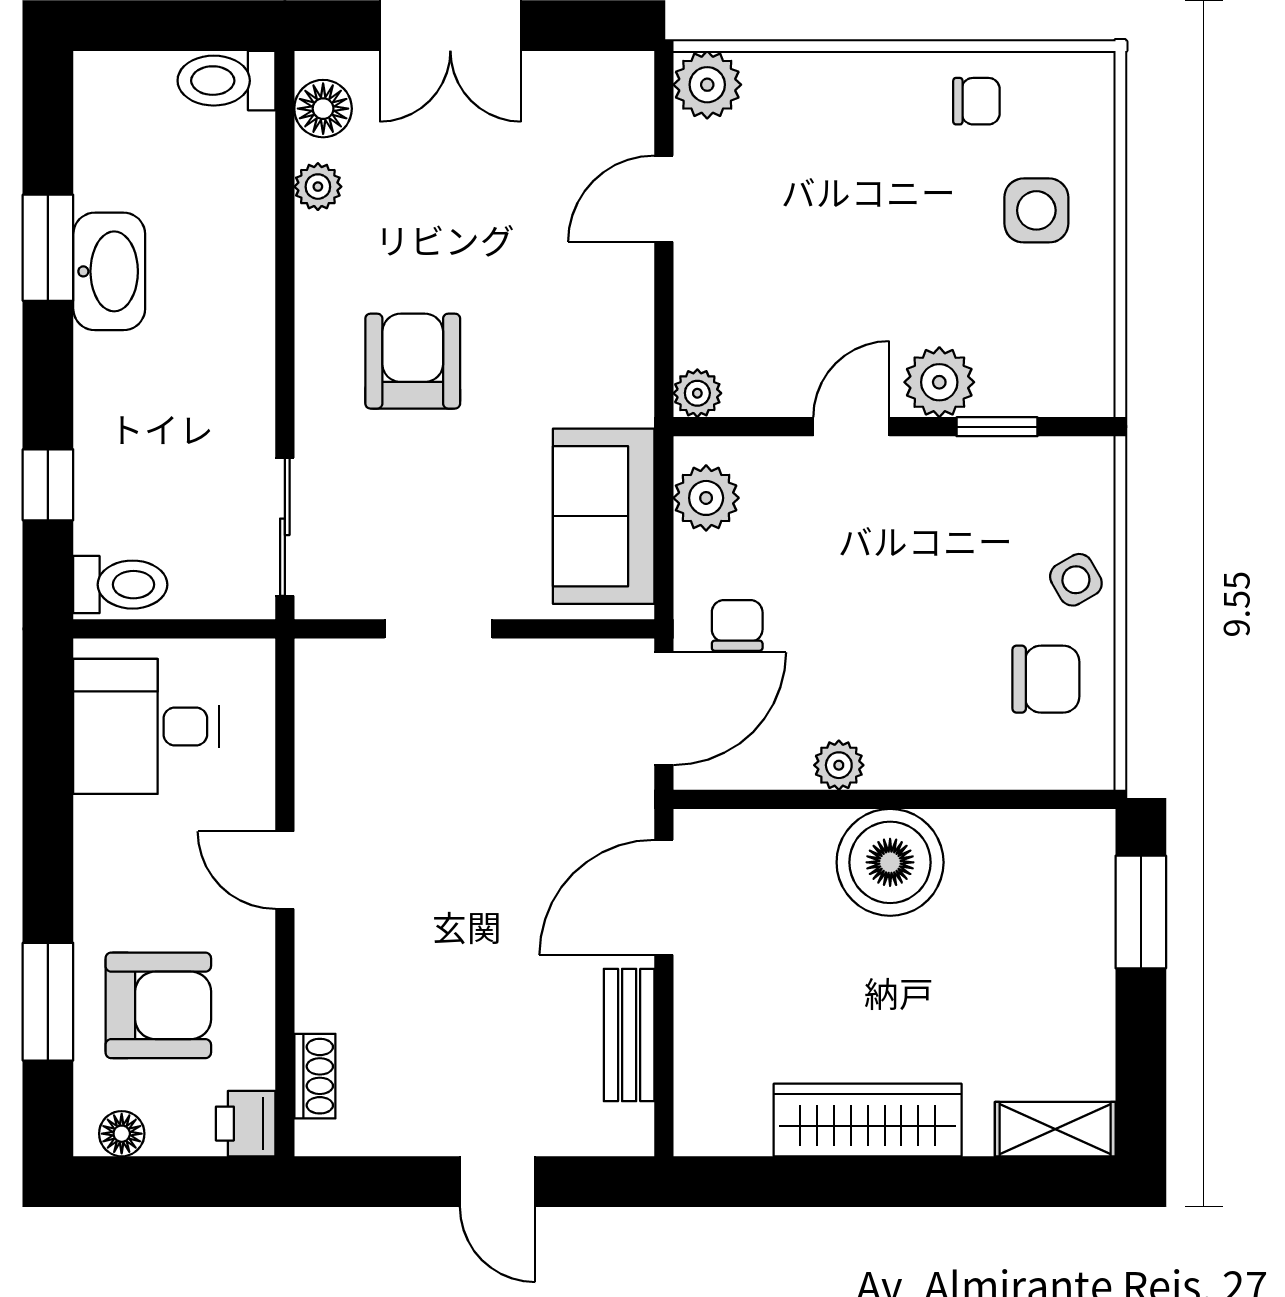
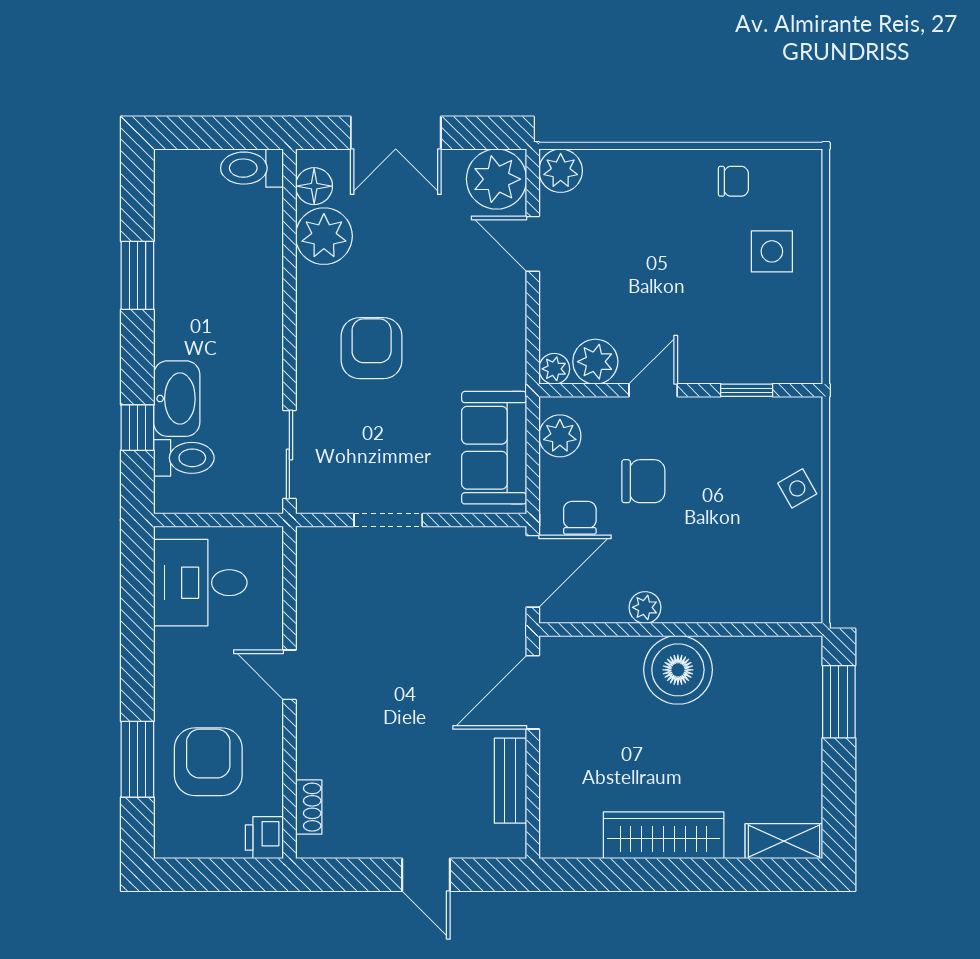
plant: (607, 98) -> (497, 179), added
plant: (318, 187) -> (324, 236), width x1.87, depth x1.87
door: (664, 199) -> (533, 244), hinge flipped
washbasin: (109, 271) -> (177, 399), moved
plant: (939, 382) -> (595, 362), moved
toilet: (120, 585) -> (184, 458), moved
chair: (1046, 679) -> (643, 481), moved
armchair: (158, 1005) -> (208, 762), turned -90
floor lamp: (122, 1134) -> (185, 844), removed

